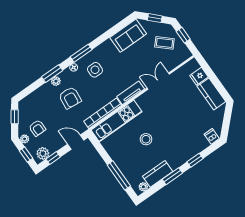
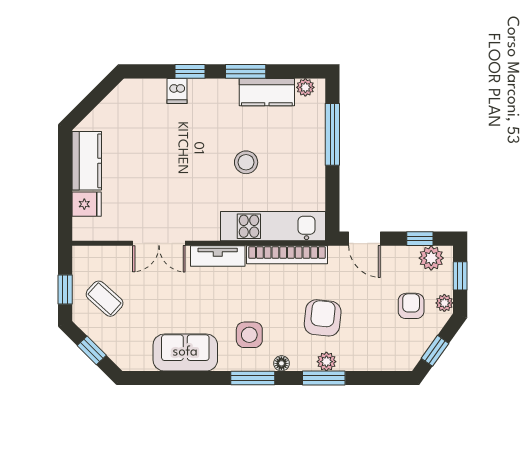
sofa: (128, 36) -> (185, 352), moved
dishwasher: (212, 136) -> (177, 91), moved

